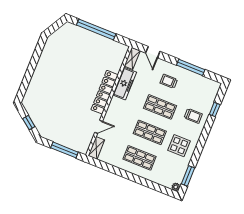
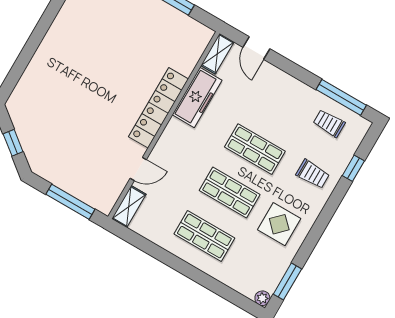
window: (191, 67) -> (341, 97), moved
trolley: (169, 81) -> (329, 123), moved

